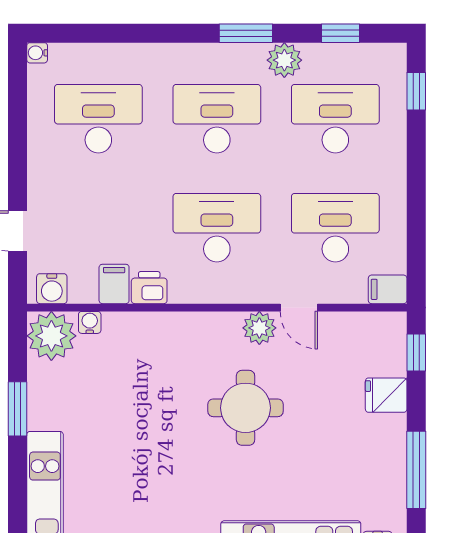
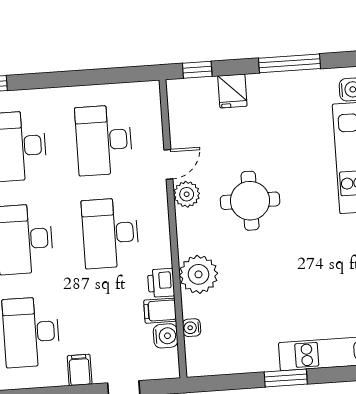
water cooler: (52, 289) -> (166, 336), moved
filing cabinet: (388, 289) -> (80, 370), moved, turned 180
plant: (51, 336) -> (198, 274), moved
window: (17, 409) -> (286, 378), moved

